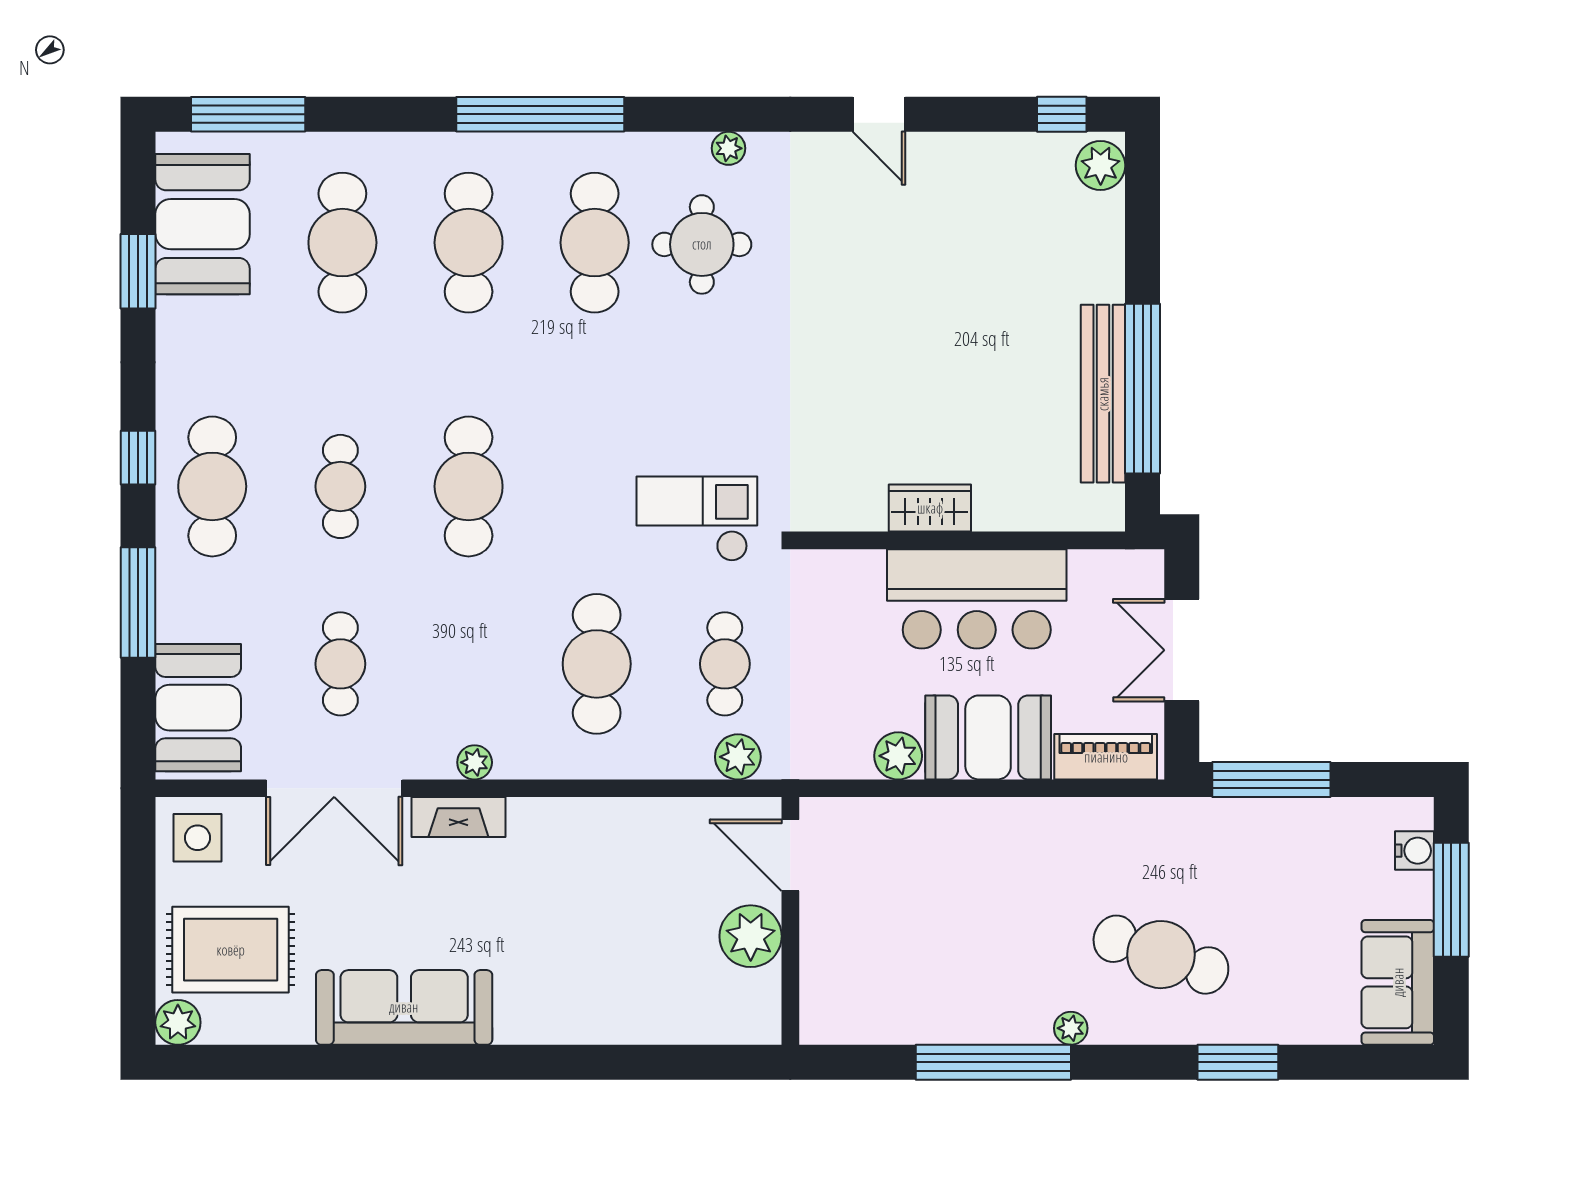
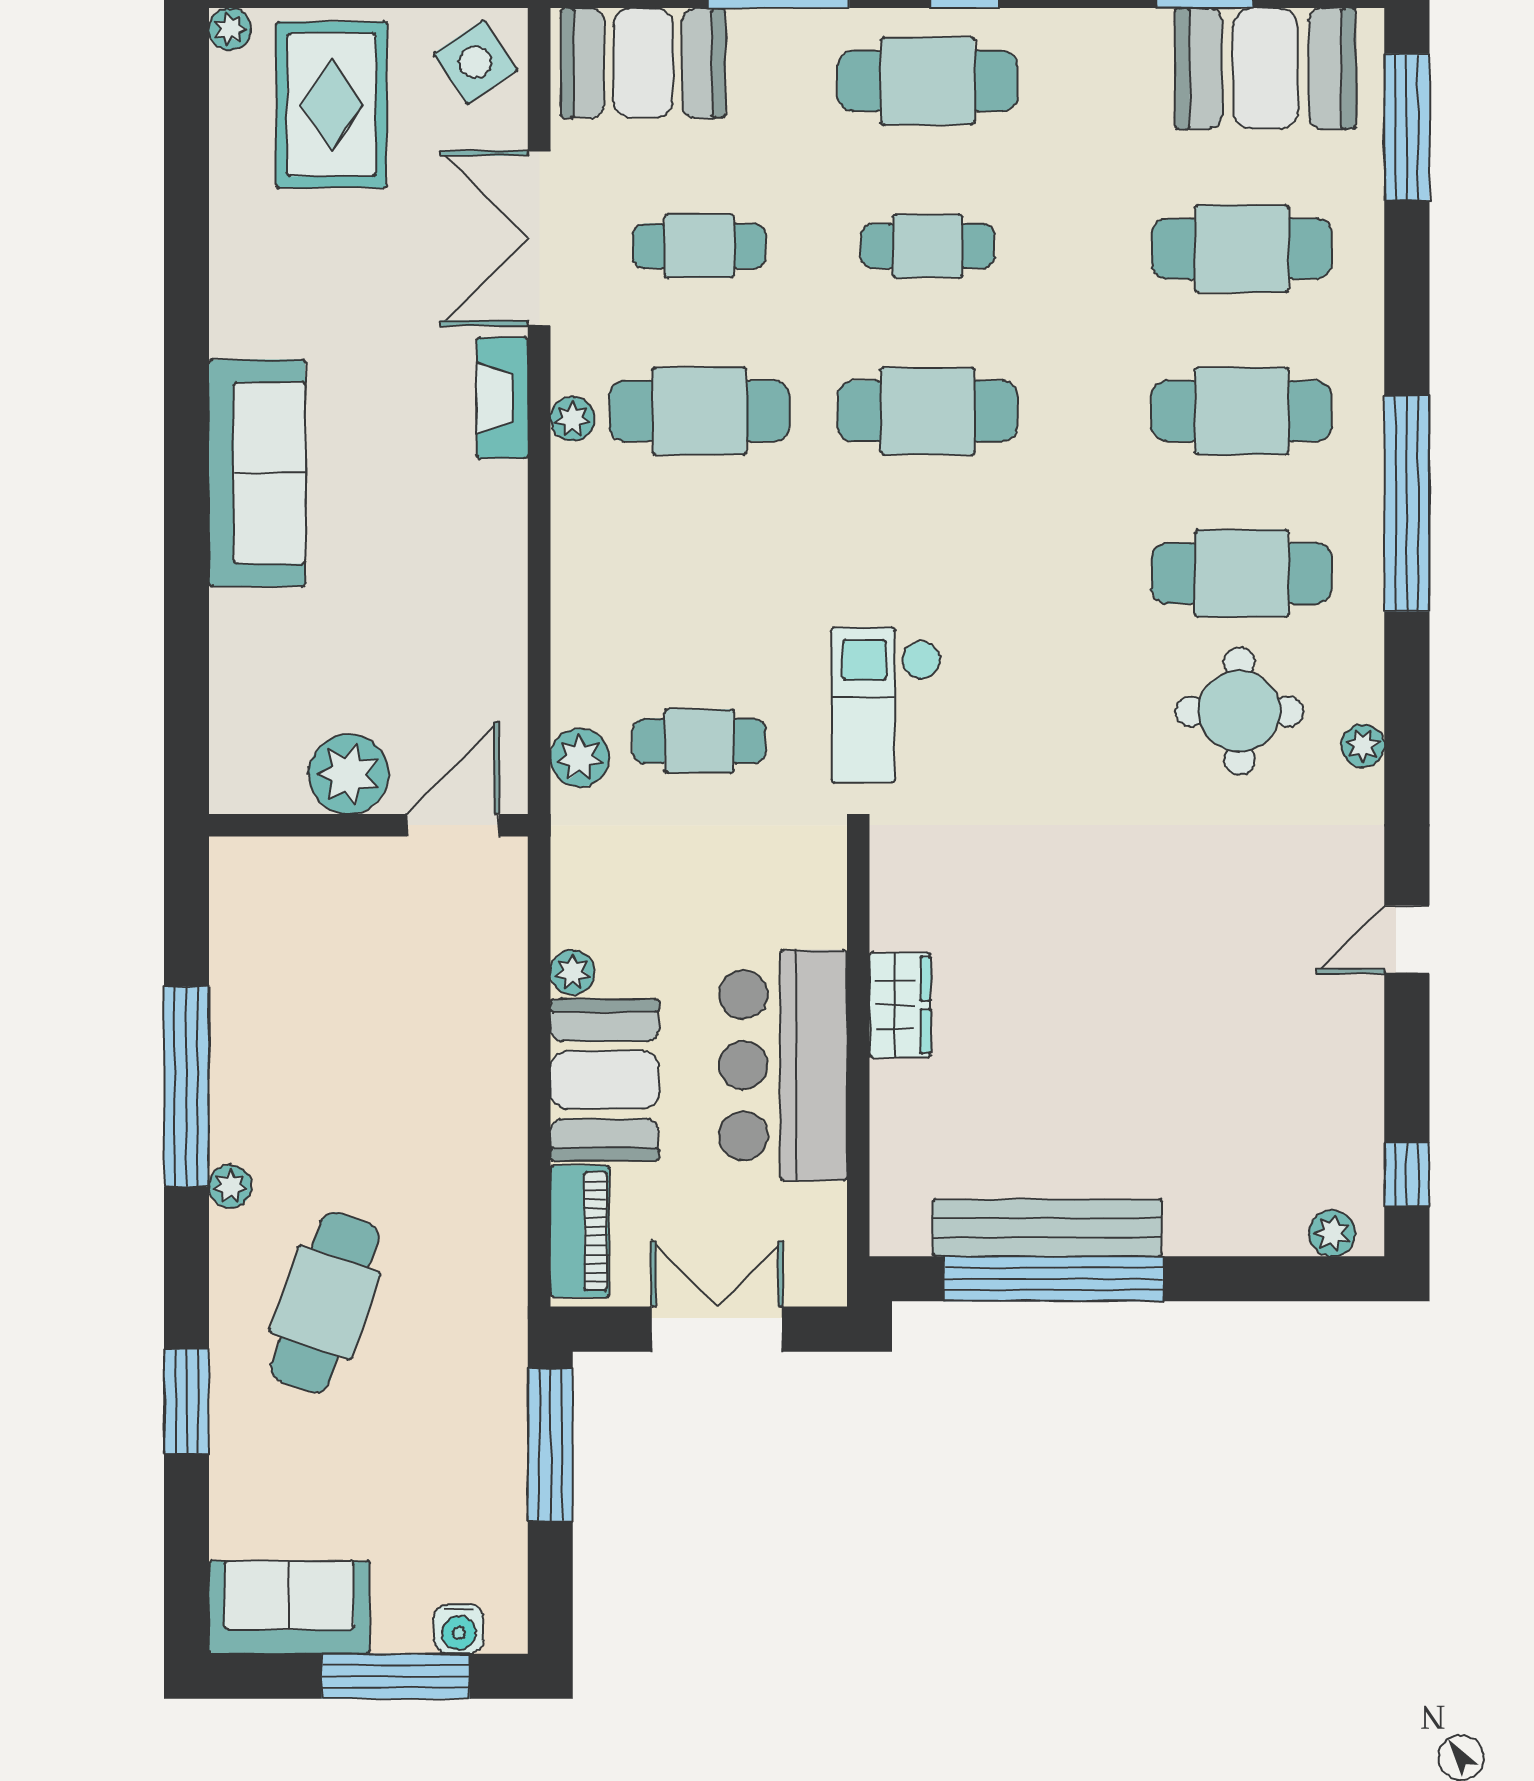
plant: (1101, 165) -> (1332, 1233), width x0.73, depth x0.73
checkout: (697, 519) -> (886, 705), turned 180
cafe table: (597, 664) -> (699, 411), moved
plant: (898, 756) -> (573, 972), width x0.73, depth x0.73
side table: (198, 838) -> (475, 62), turned -34
sofa: (404, 1007) -> (257, 473), moved
plant: (178, 1022) -> (230, 29), width x0.73, depth x0.73

